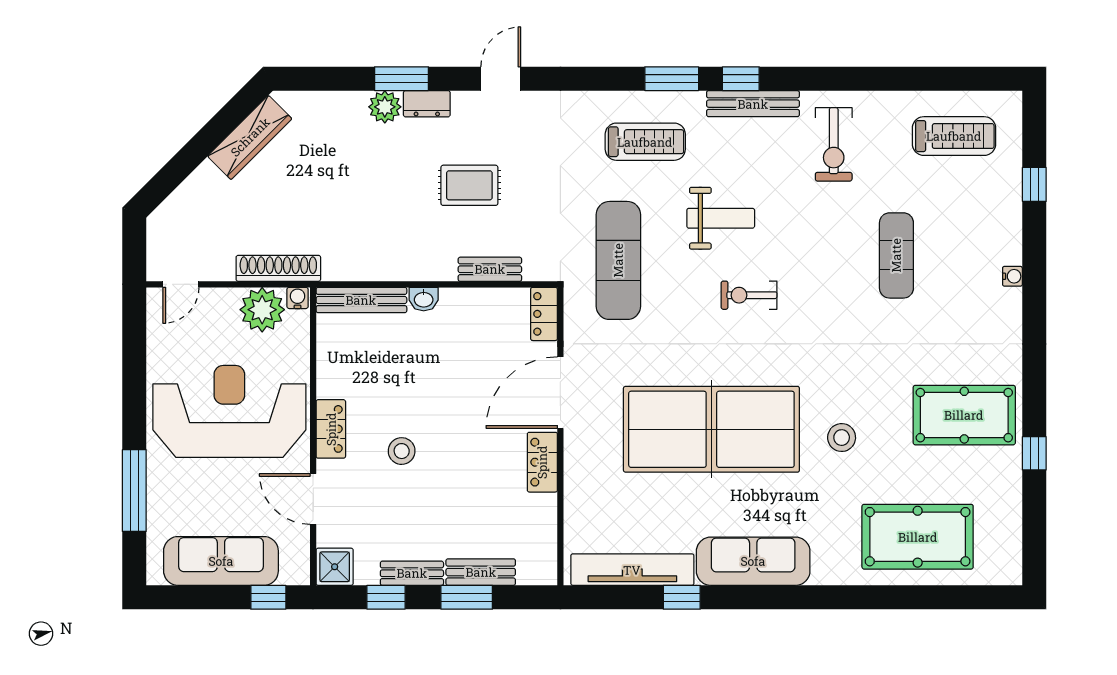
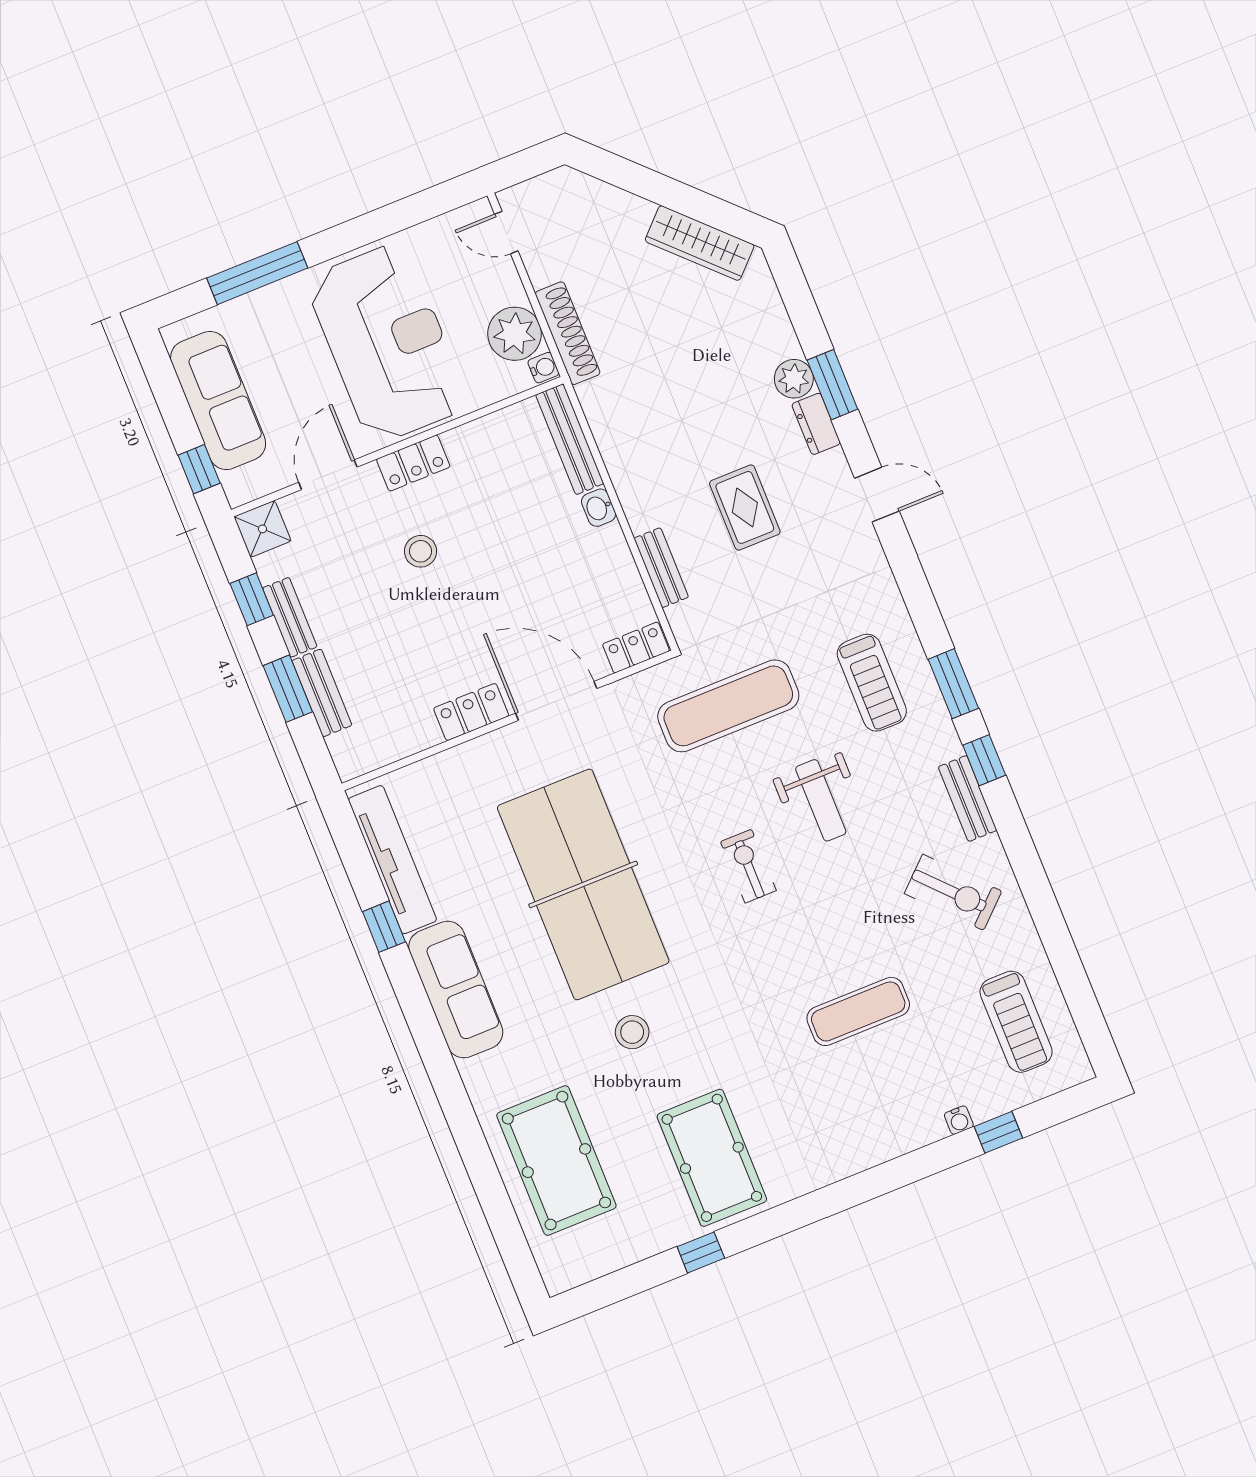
bench: (753, 104) -> (968, 798), width x0.73
exercise bike: (834, 144) -> (953, 892), turned -133
water cooler: (1012, 276) -> (959, 1120), moved

